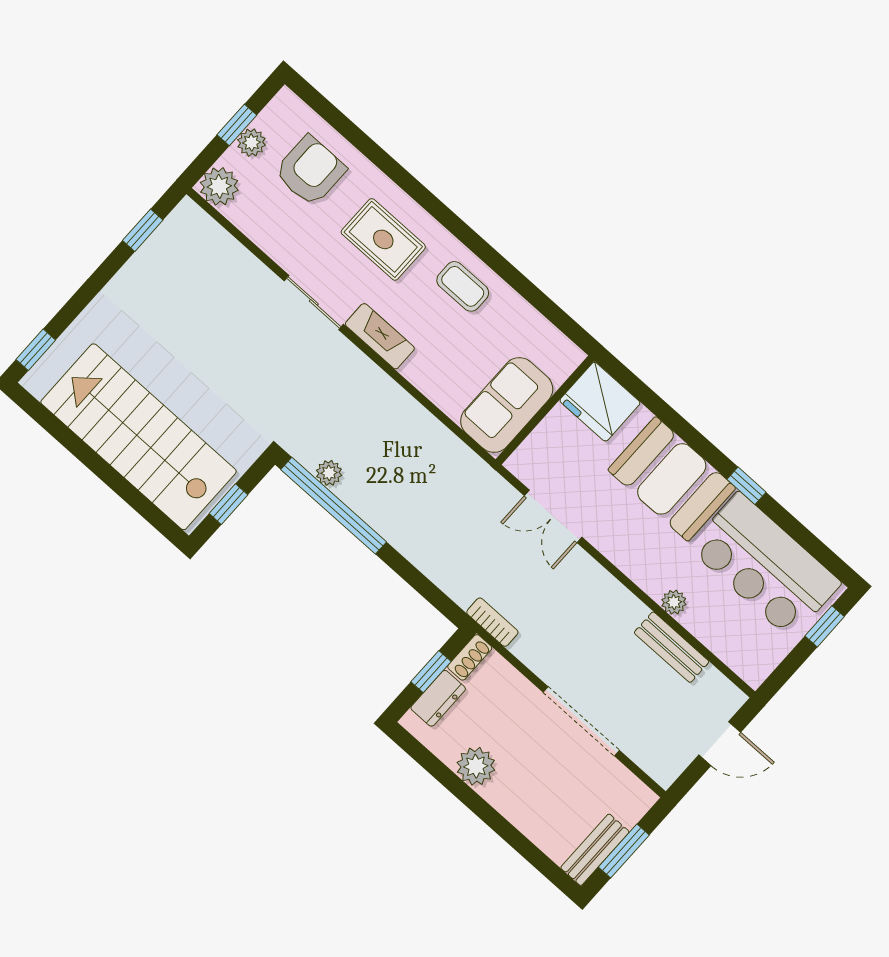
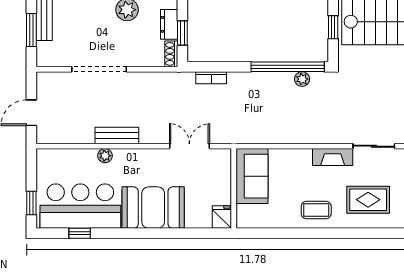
fridge: (600, 402) -> (222, 217), width x0.53, depth x0.75
window: (746, 486) -> (80, 233), moved
bookcase: (492, 622) -> (211, 78), moved
bench: (672, 647) -> (117, 136), moved

